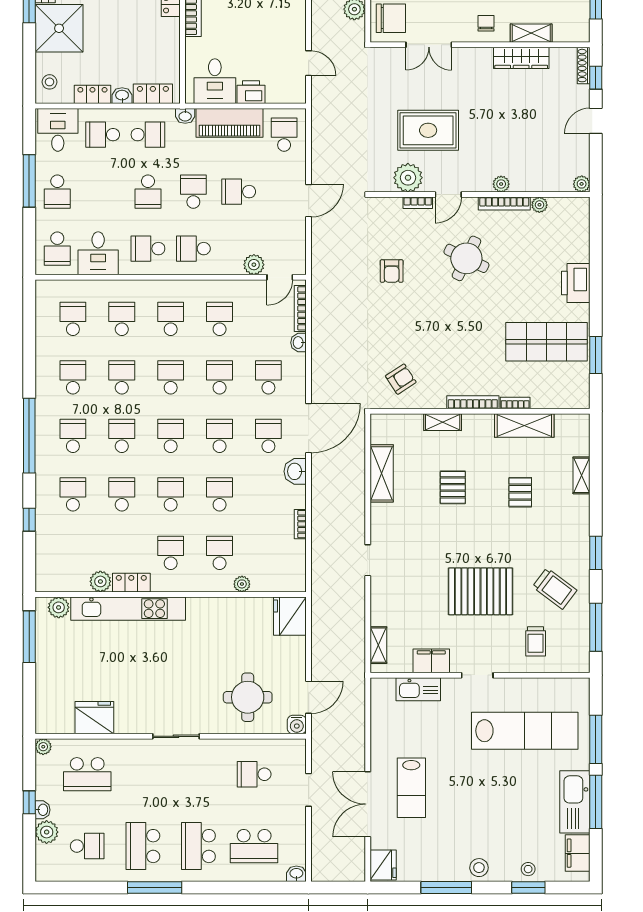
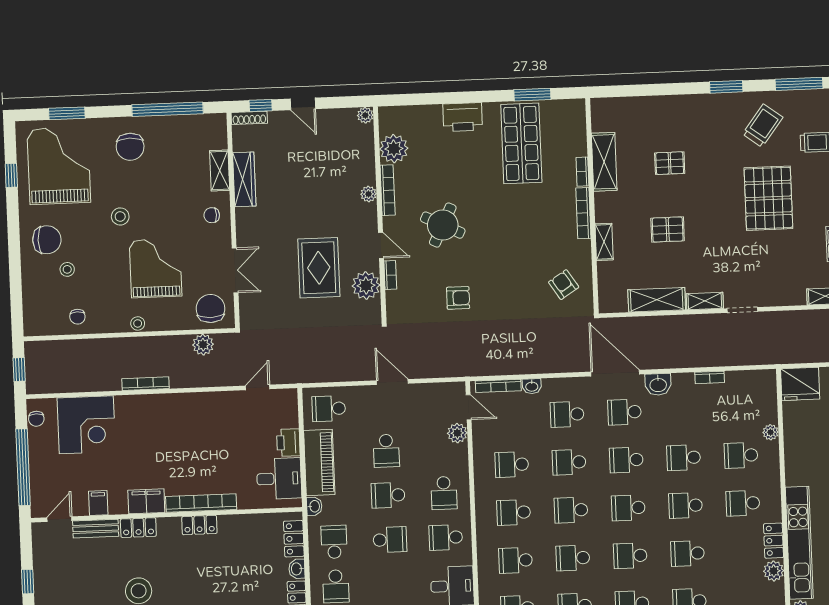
plant: (539, 205) -> (394, 149), width x1.87, depth x1.87
school desk: (148, 249) -> (446, 537), turned 90
shelving: (581, 475) -> (705, 301), moved

